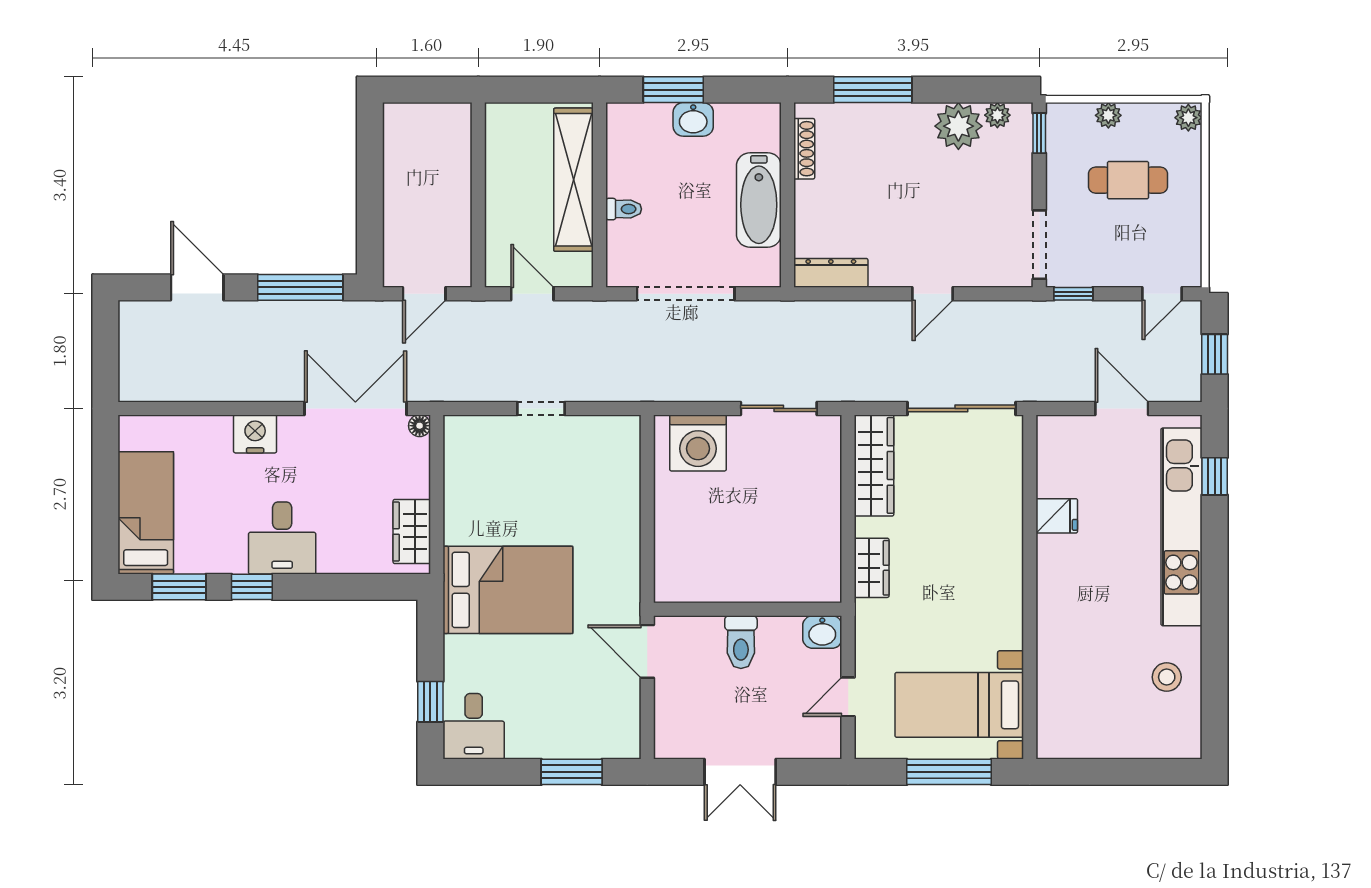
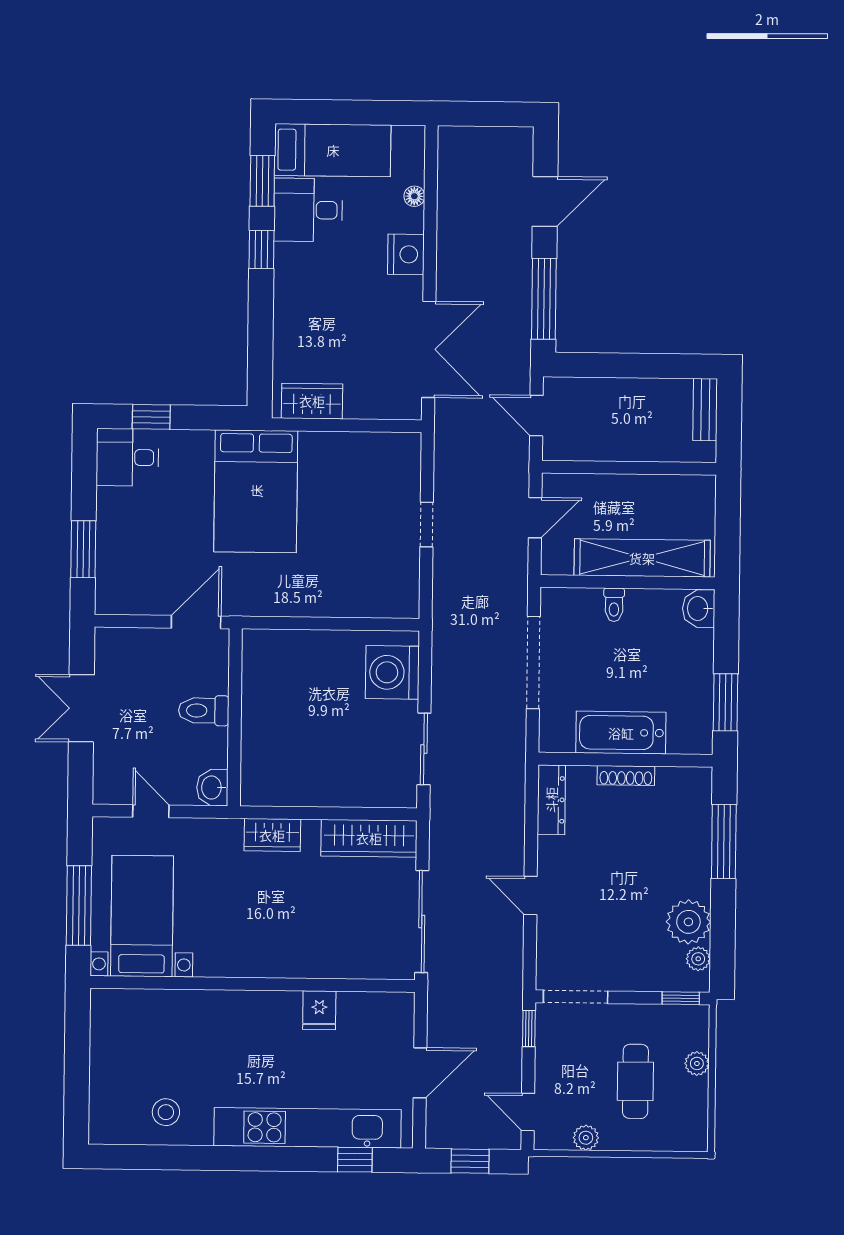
window: (673, 90) -> (725, 702), moved
bench: (416, 115) -> (705, 410), added
plant: (1188, 118) -> (586, 1138), moved
washbasin: (693, 119) -> (699, 609), moved
shoe rack: (804, 149) -> (626, 776), moved
floor lamp: (420, 426) -> (414, 196), moved
desk: (282, 538) -> (308, 210), moved

